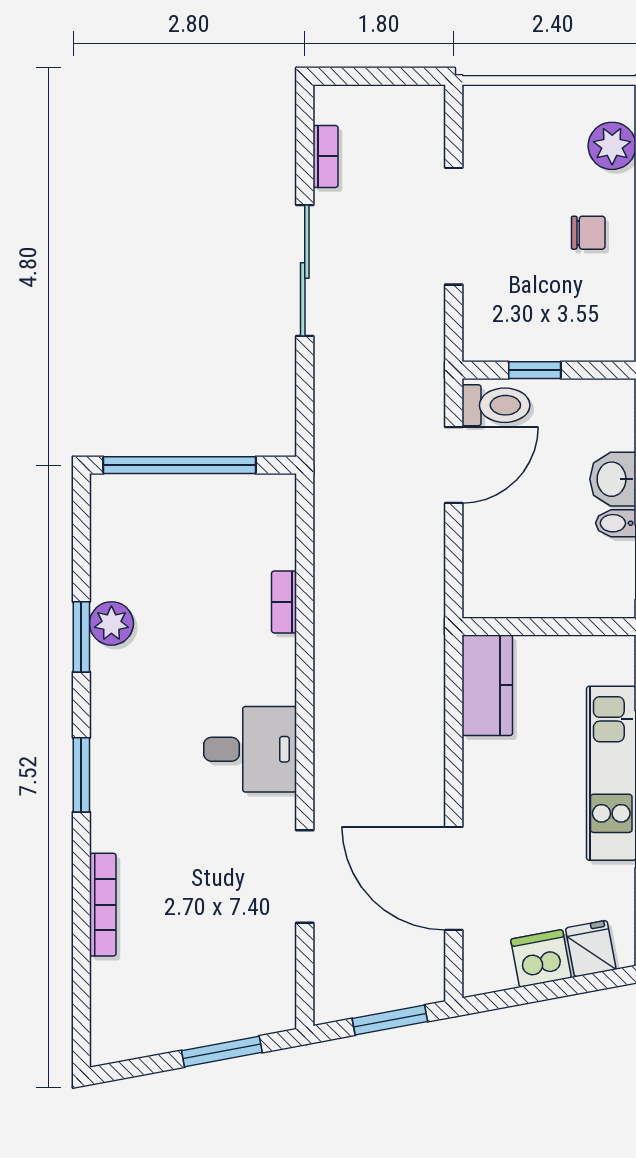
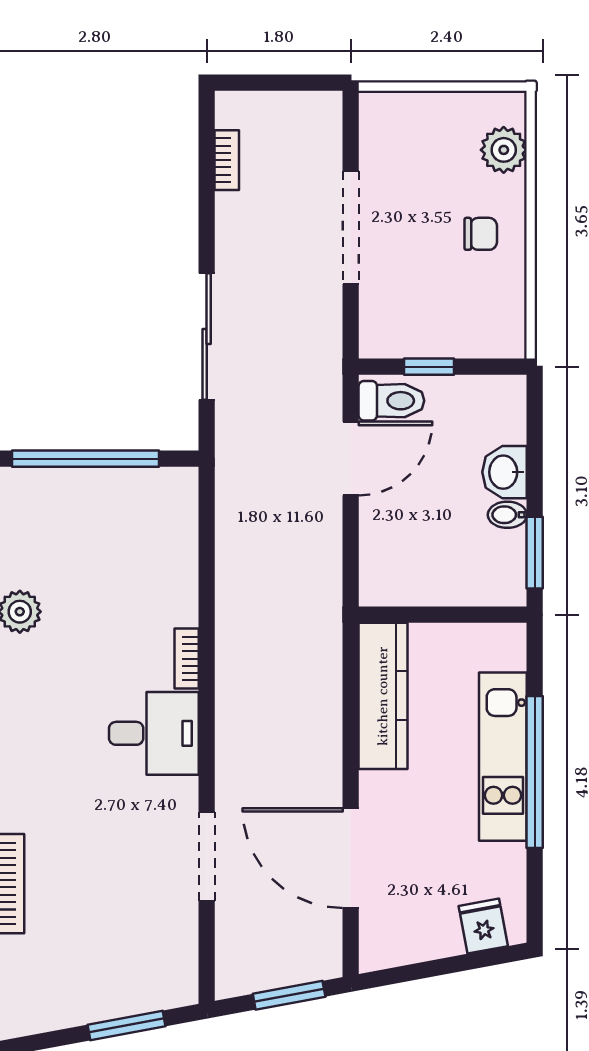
sliding door: (305, 271) -> (207, 337), moved
bookcase: (284, 602) -> (187, 659), moved
kitchen counter: (487, 685) -> (383, 696), width x1.50
dishwasher: (541, 958) -> (435, 936), removed

